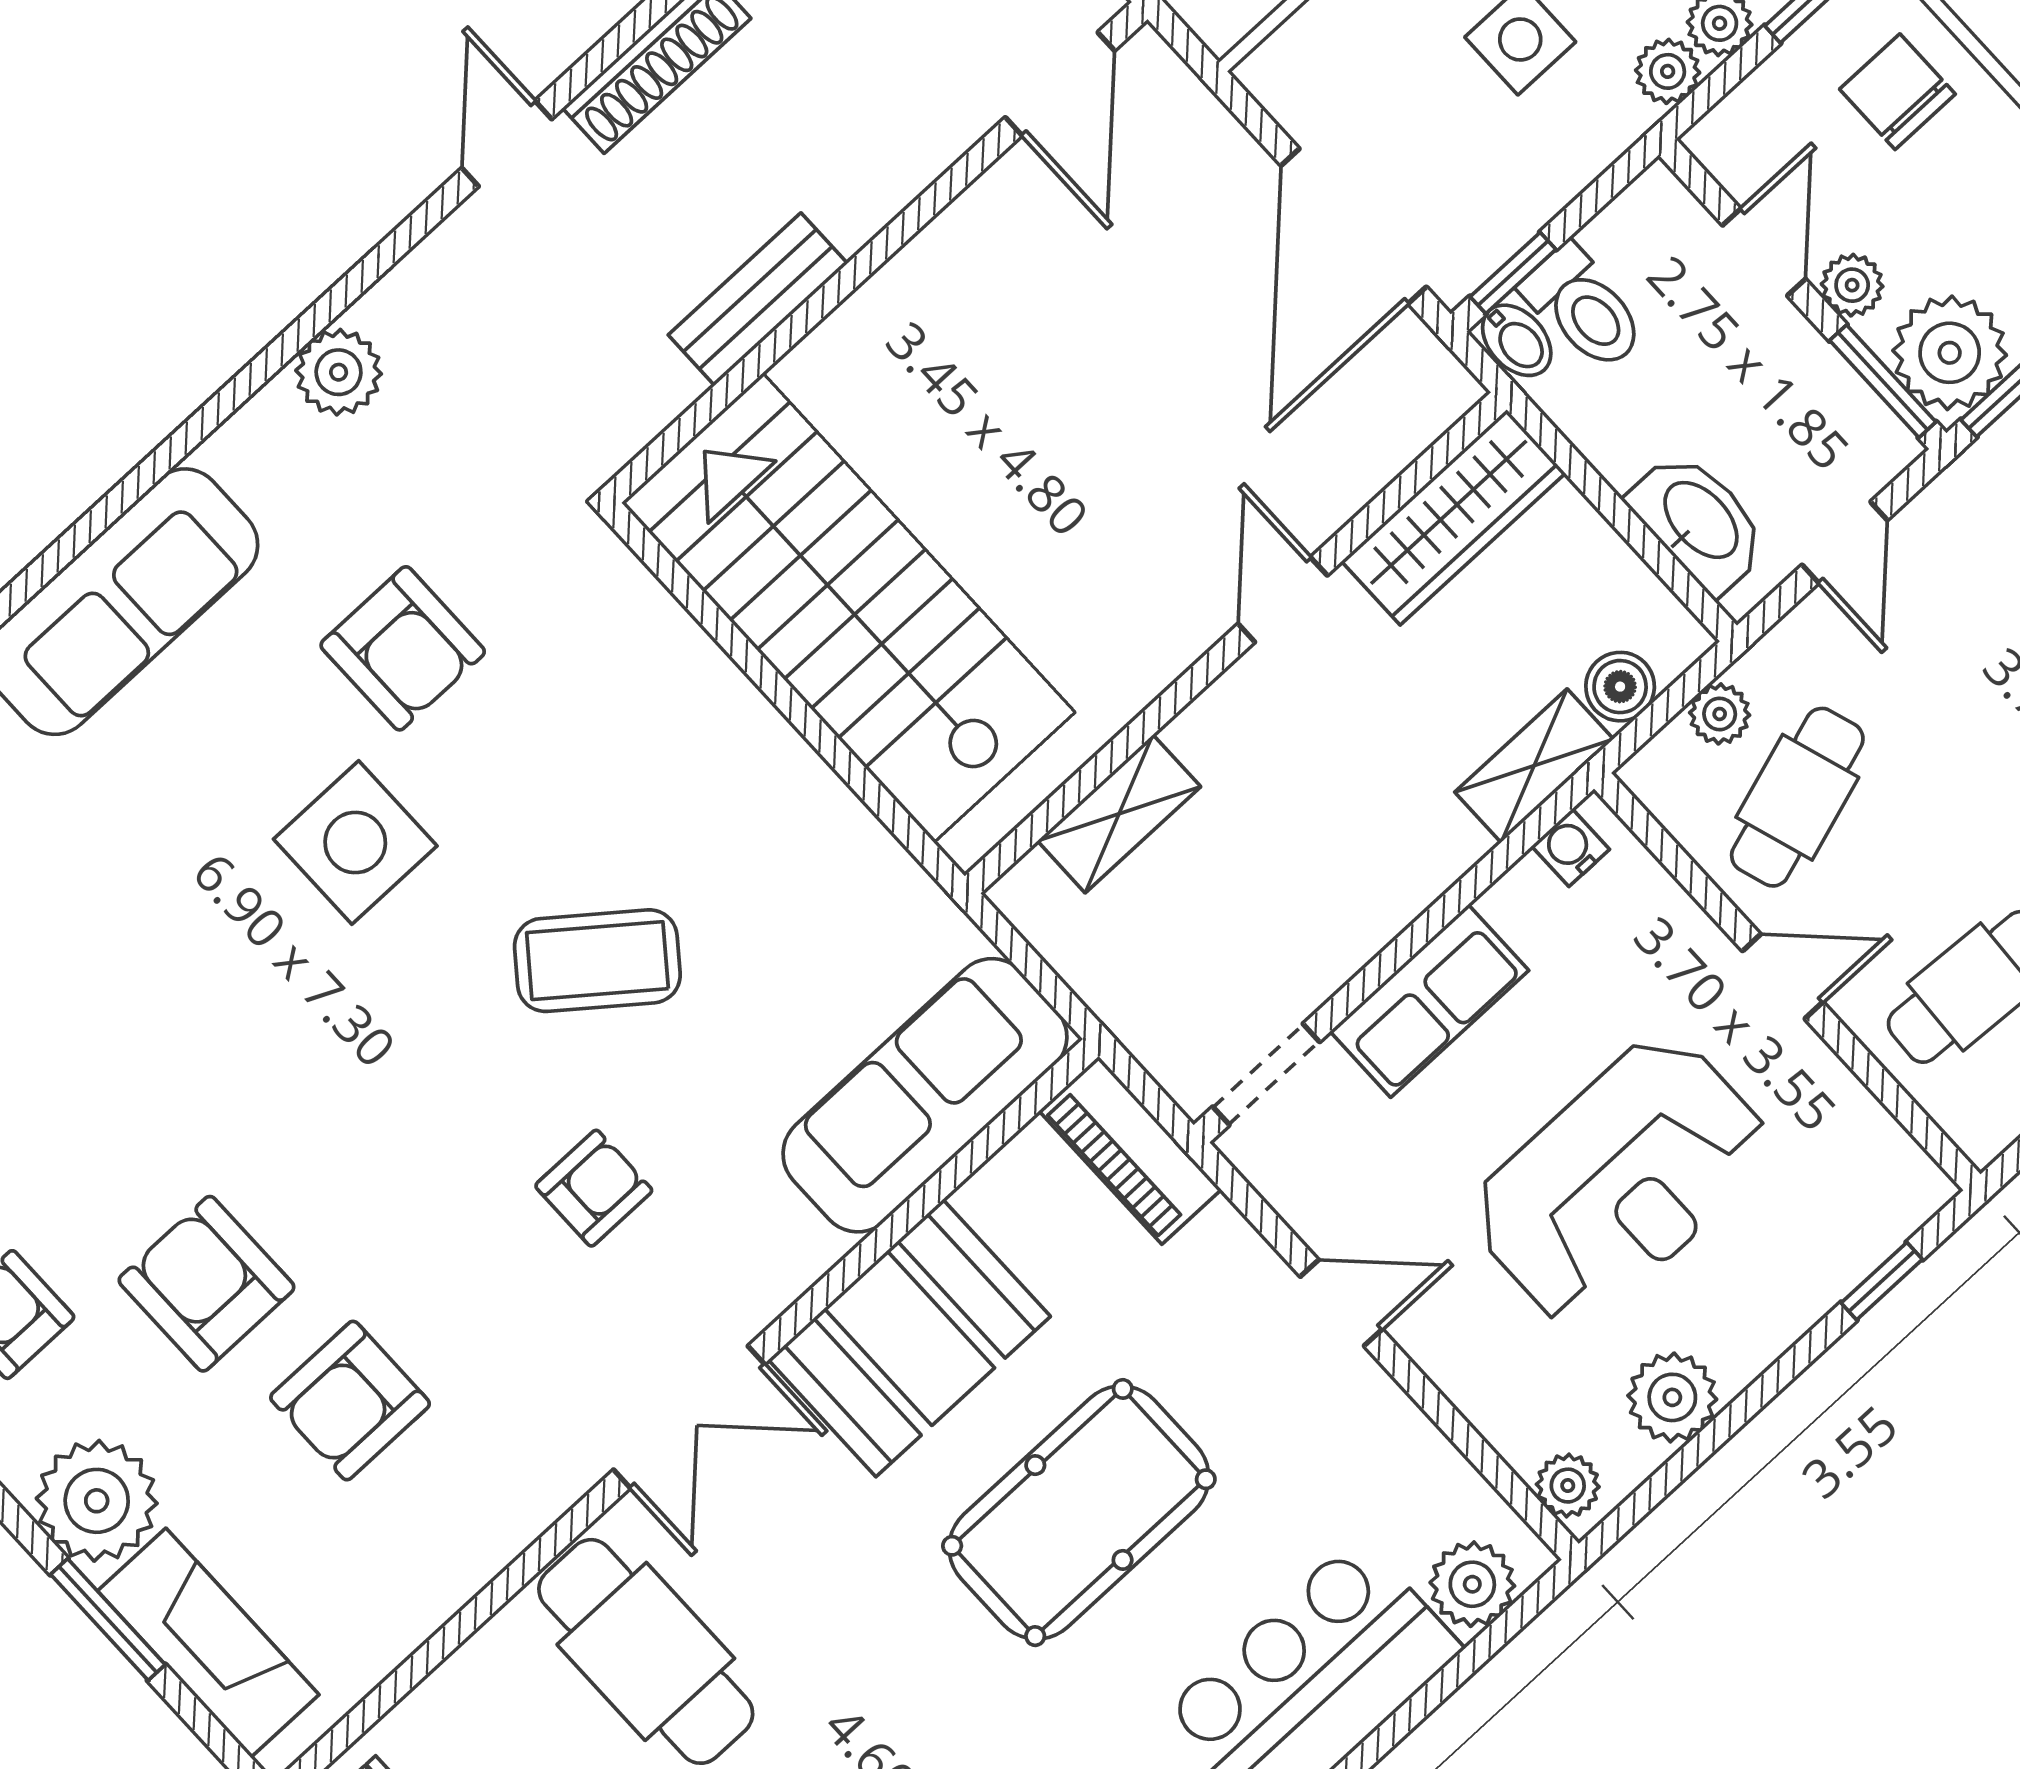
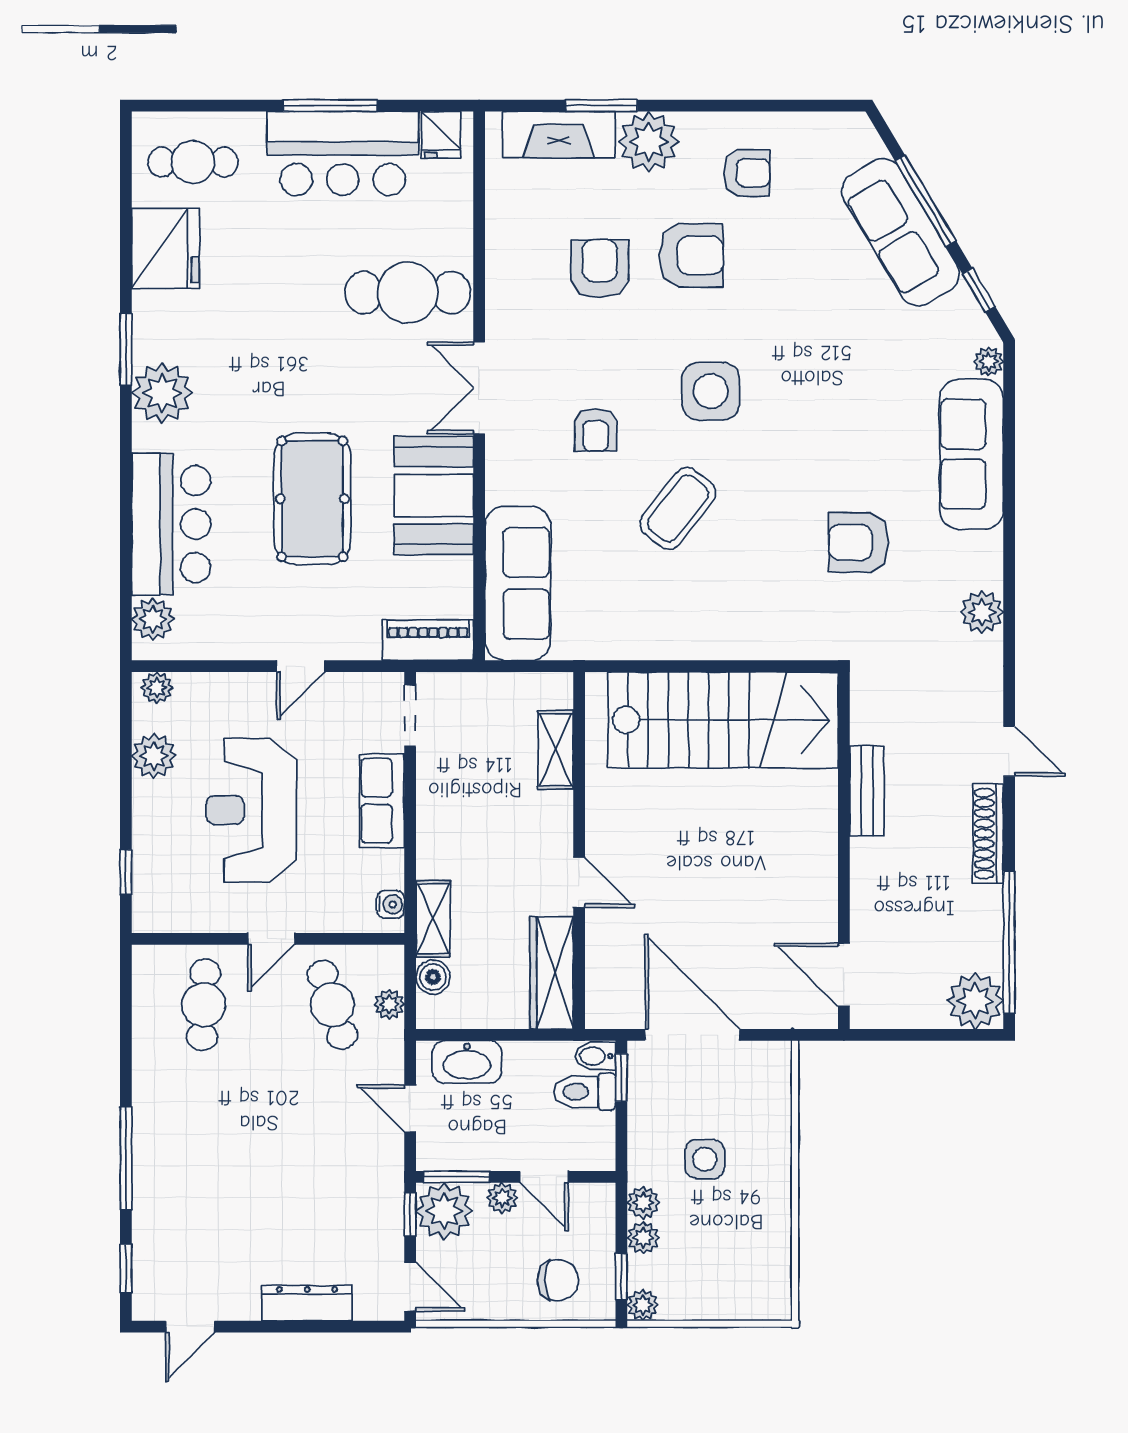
side table: (355, 842) -> (711, 391), moved

